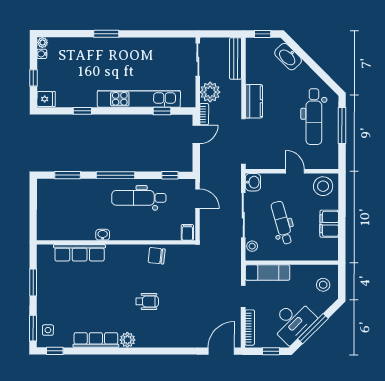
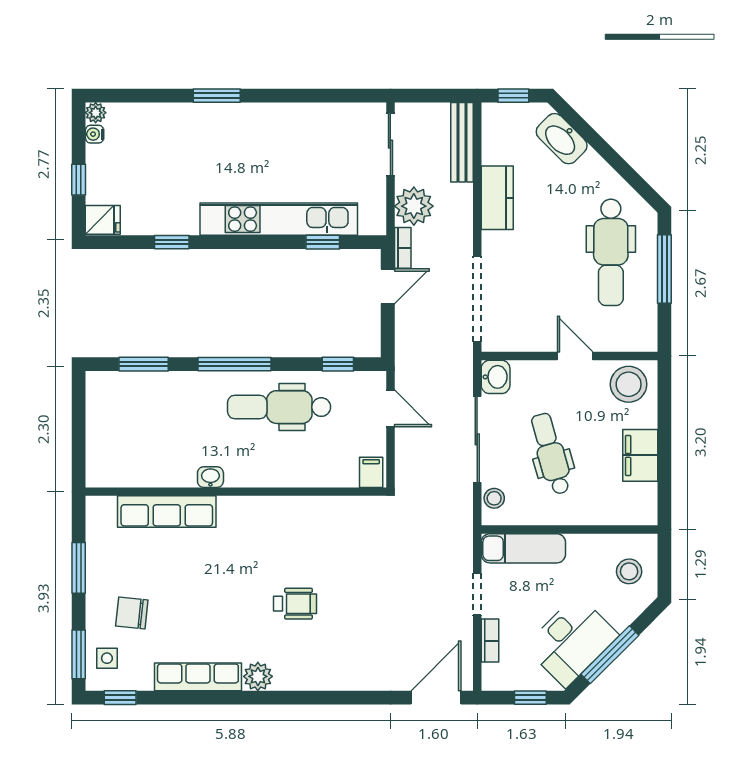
kitchen counter: (254, 101) -> (497, 198), moved
chair: (157, 256) -> (132, 613), moved
bookcase: (250, 328) -> (490, 641), width x0.64

